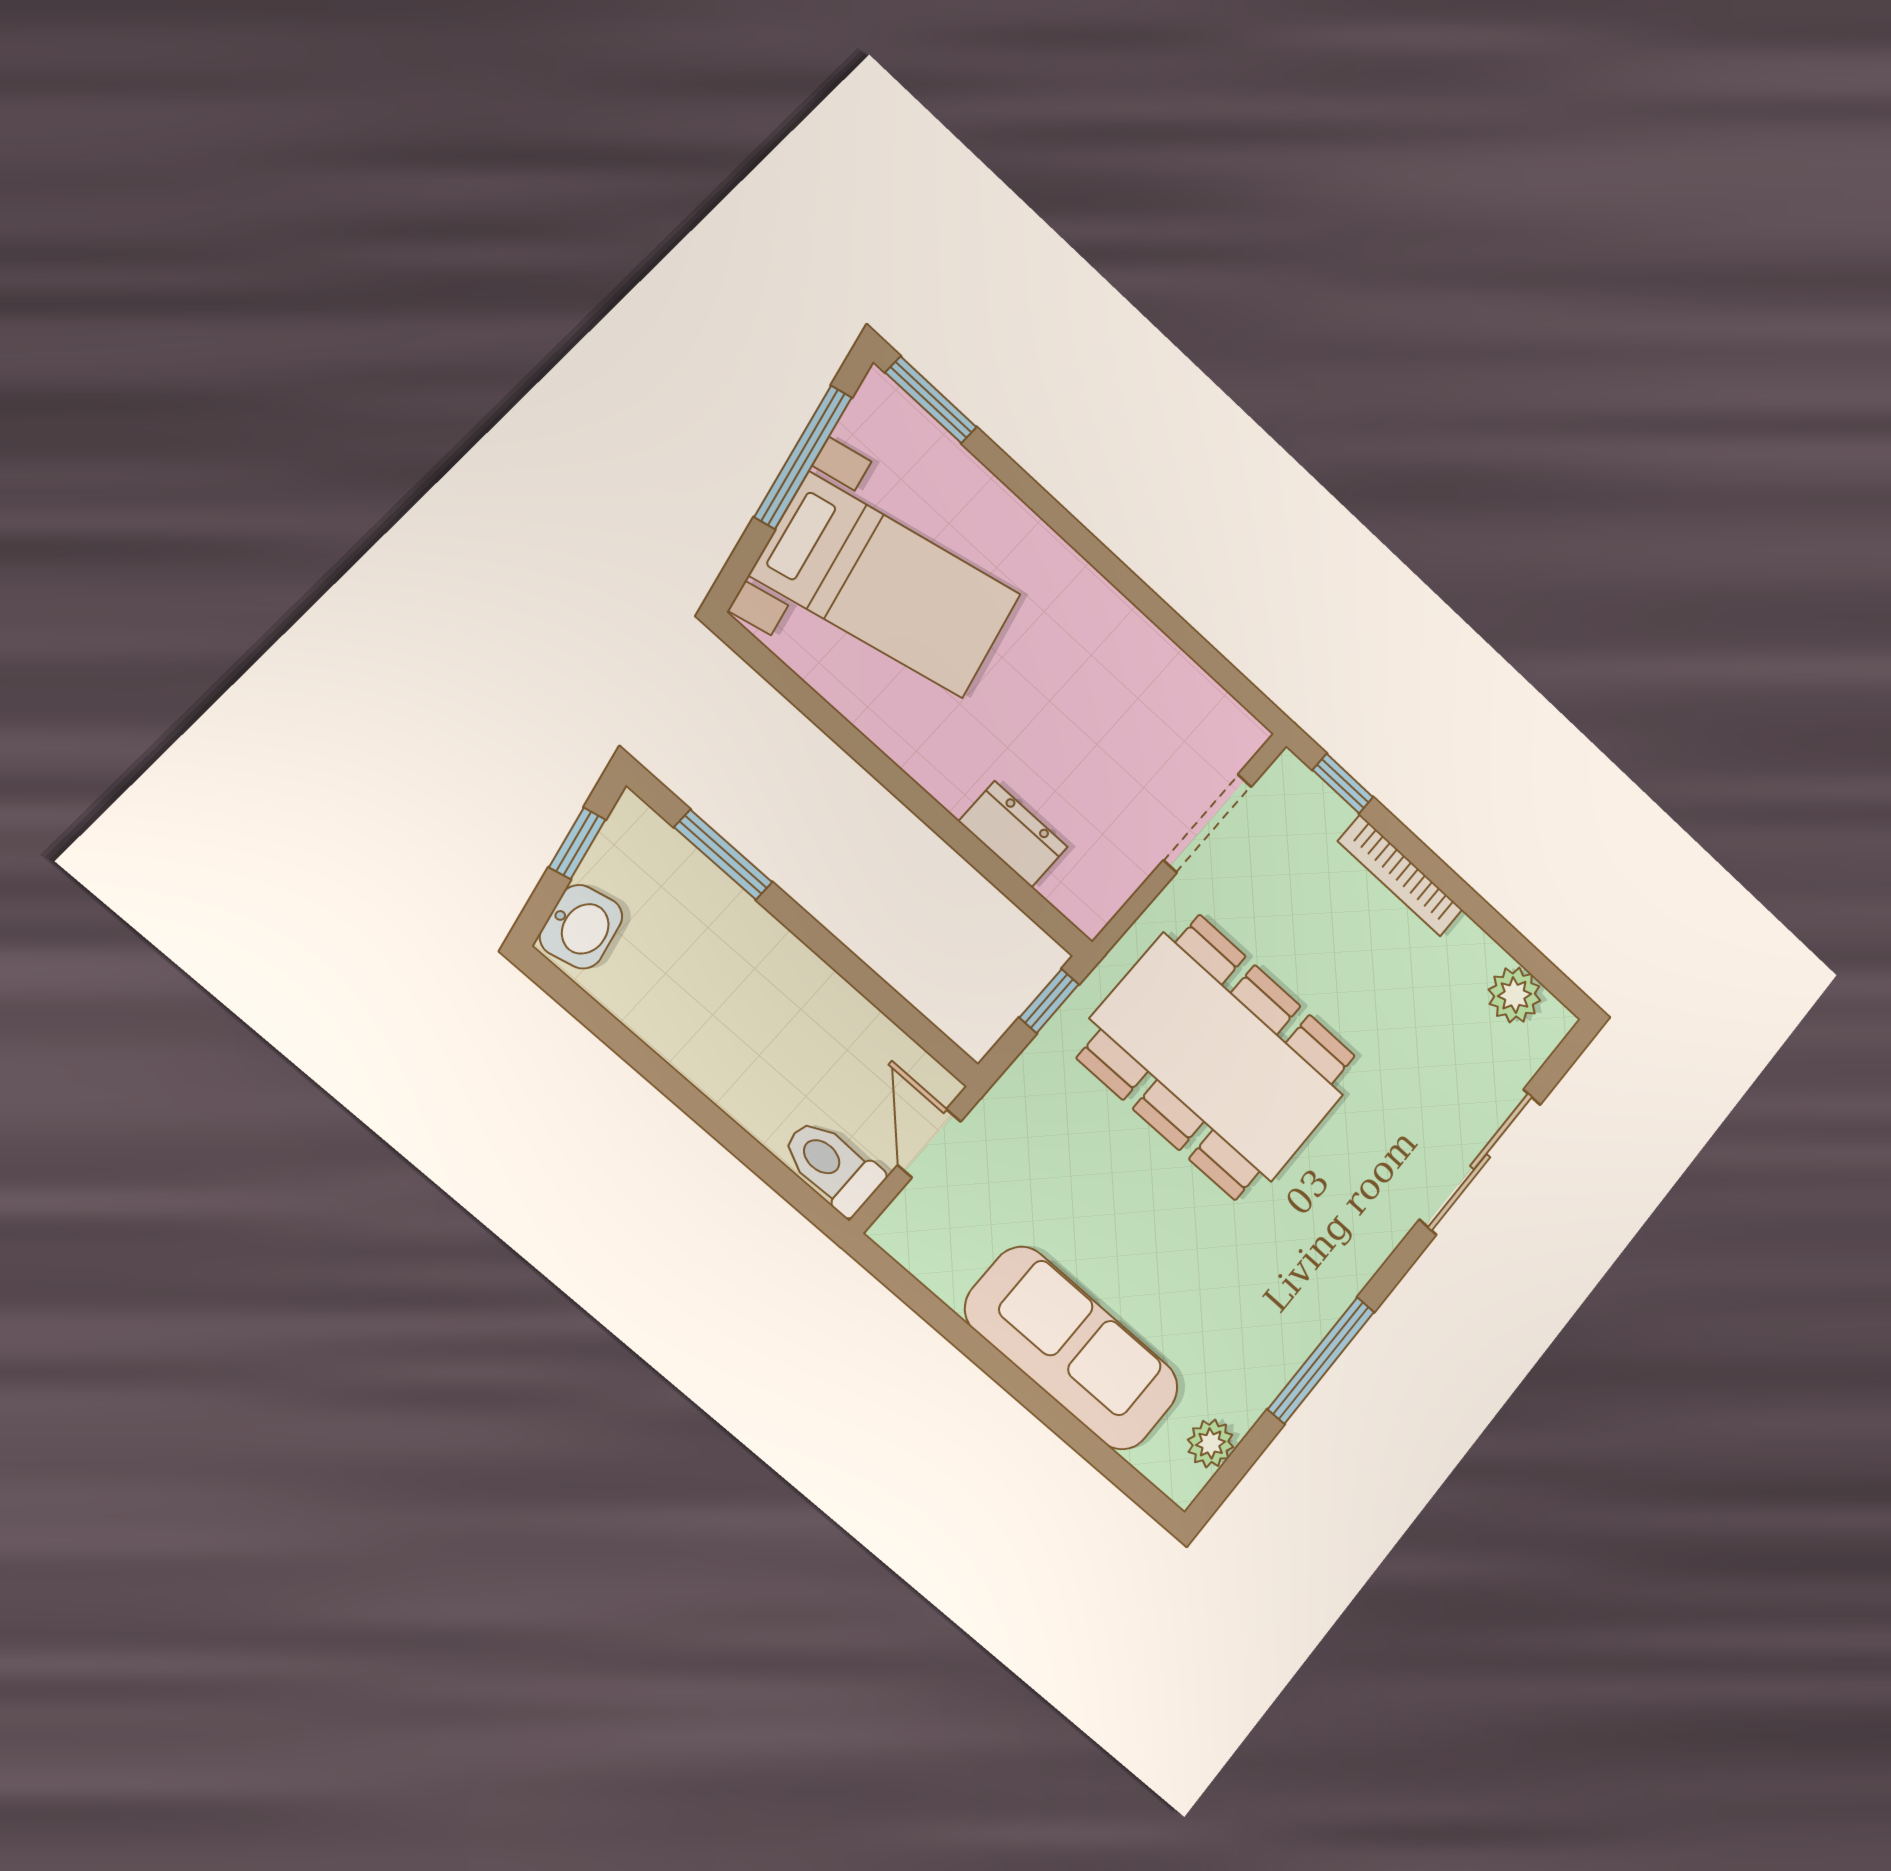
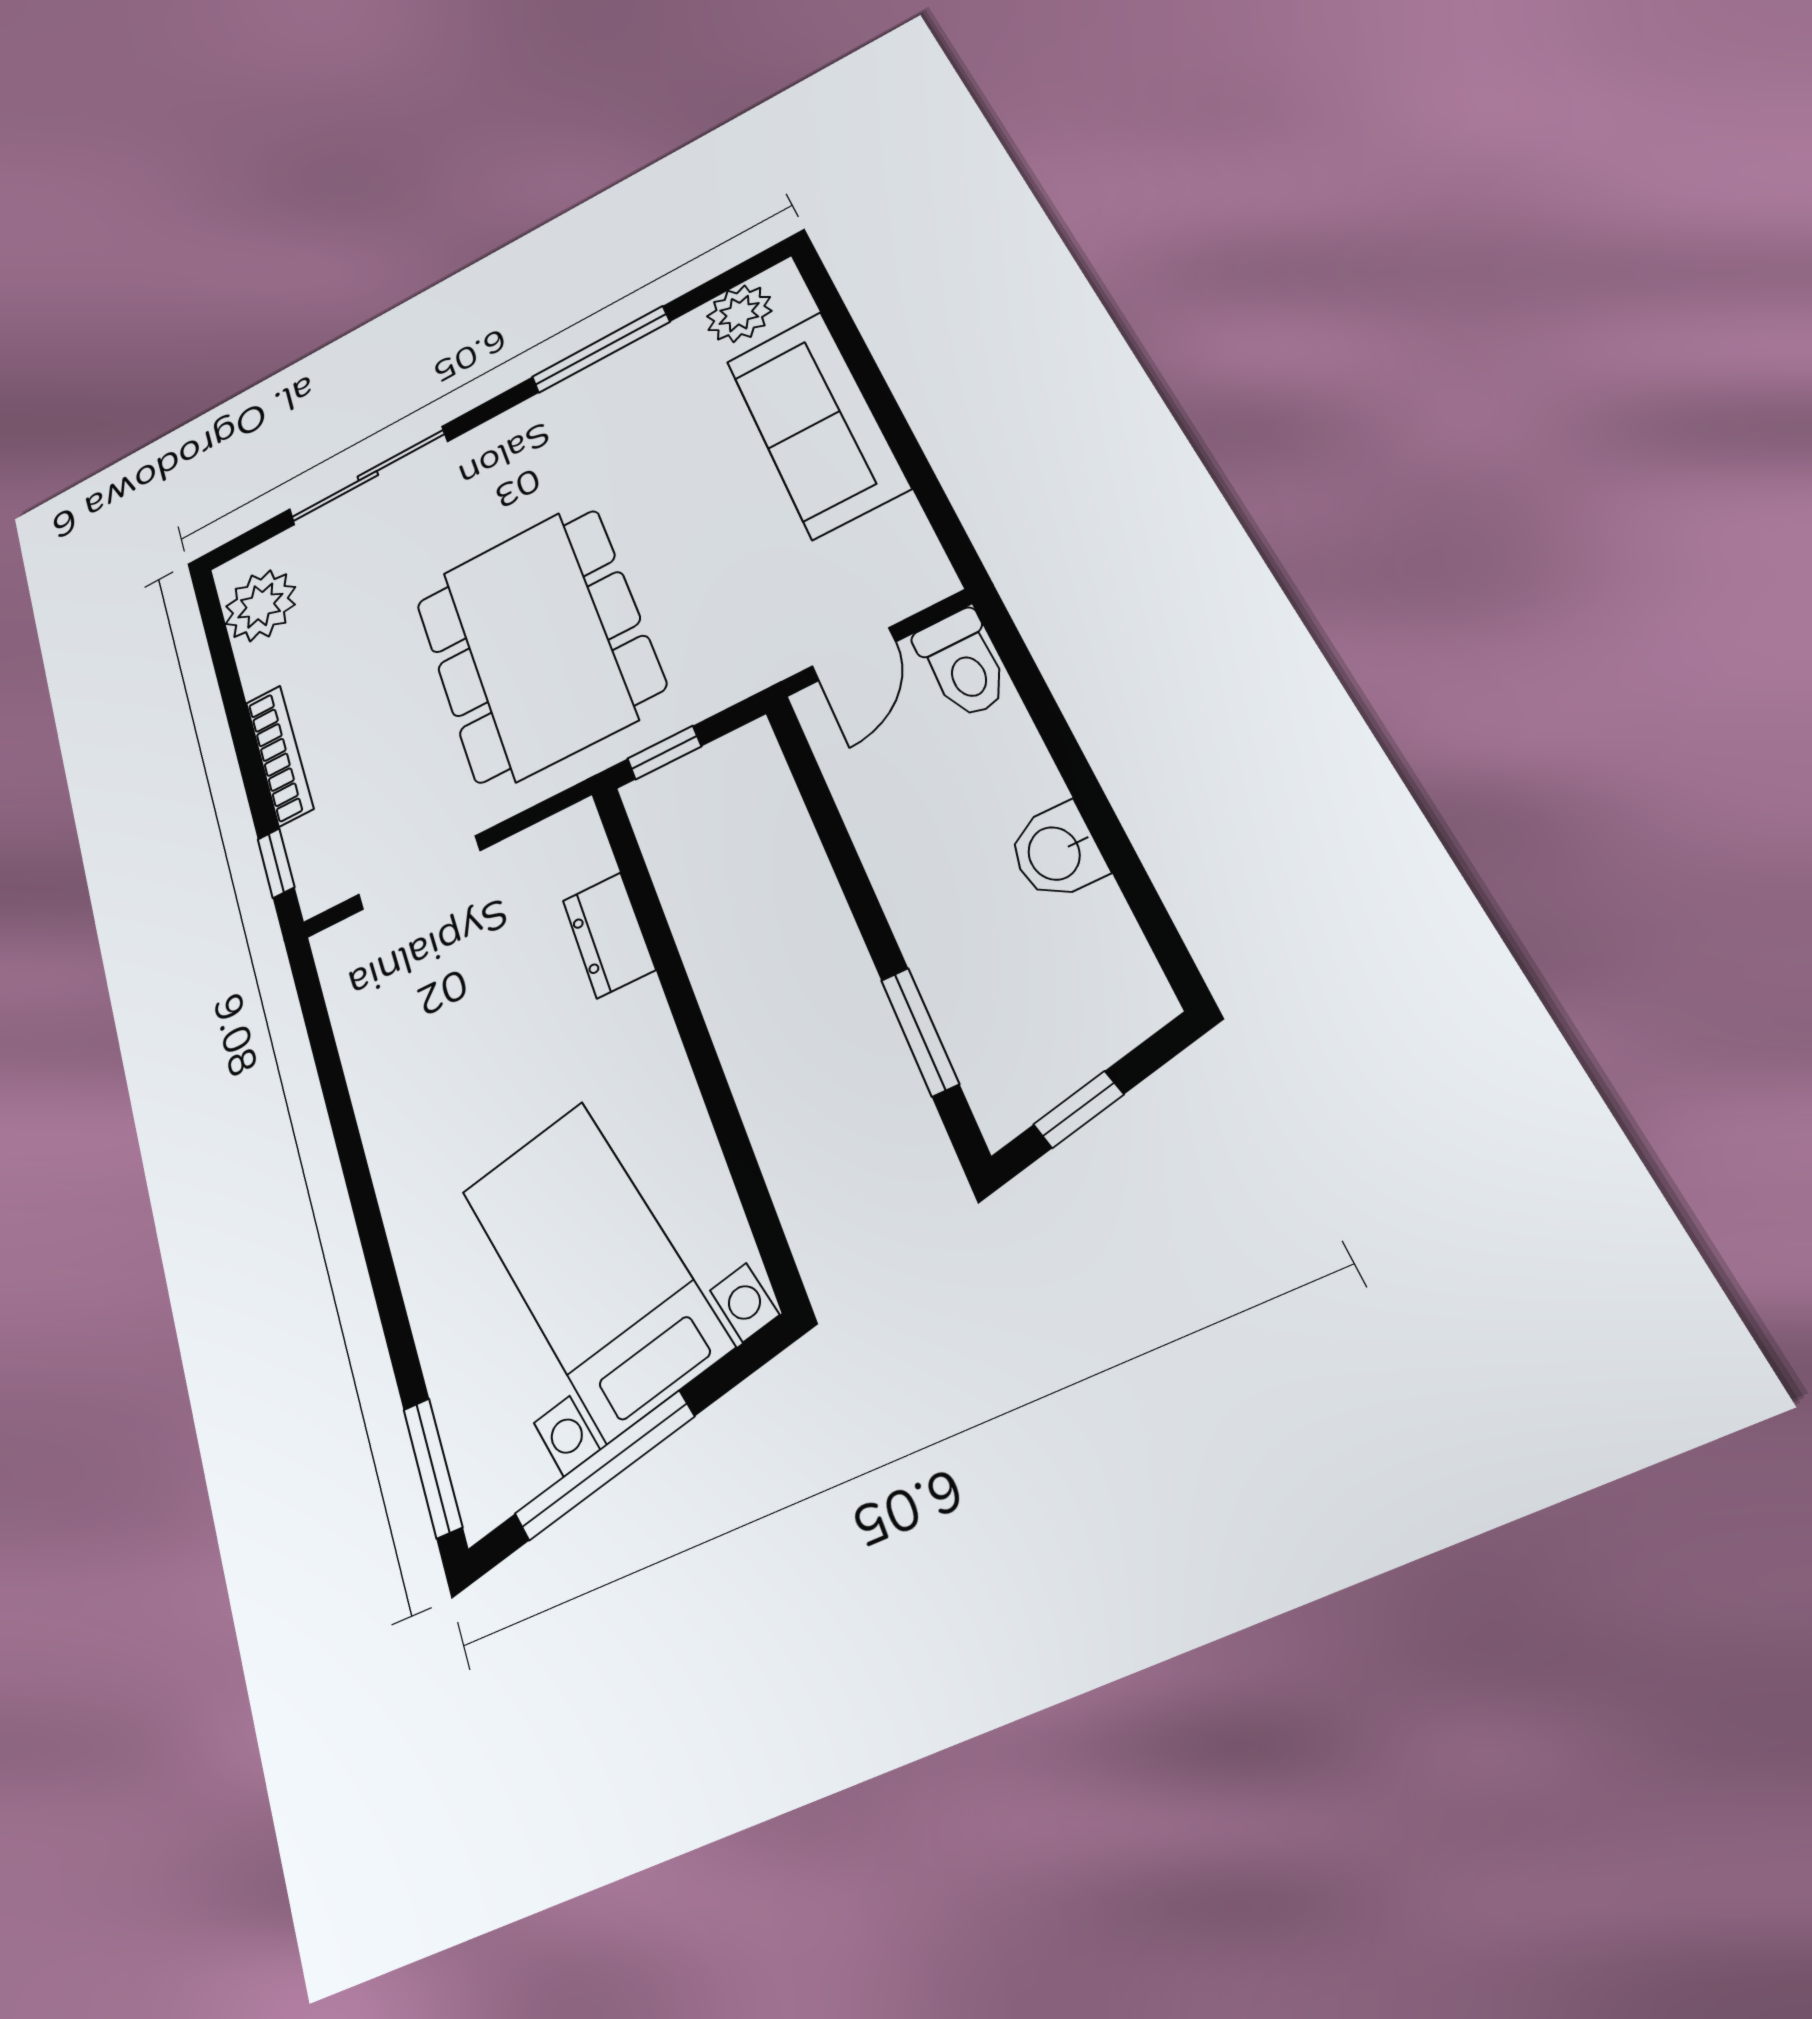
washbasin: (581, 927) -> (1056, 852), moved, turned -77
plant: (1514, 995) -> (260, 606), width x1.36, depth x1.36
plant: (1211, 1443) -> (739, 314), width x1.38, depth x1.38

